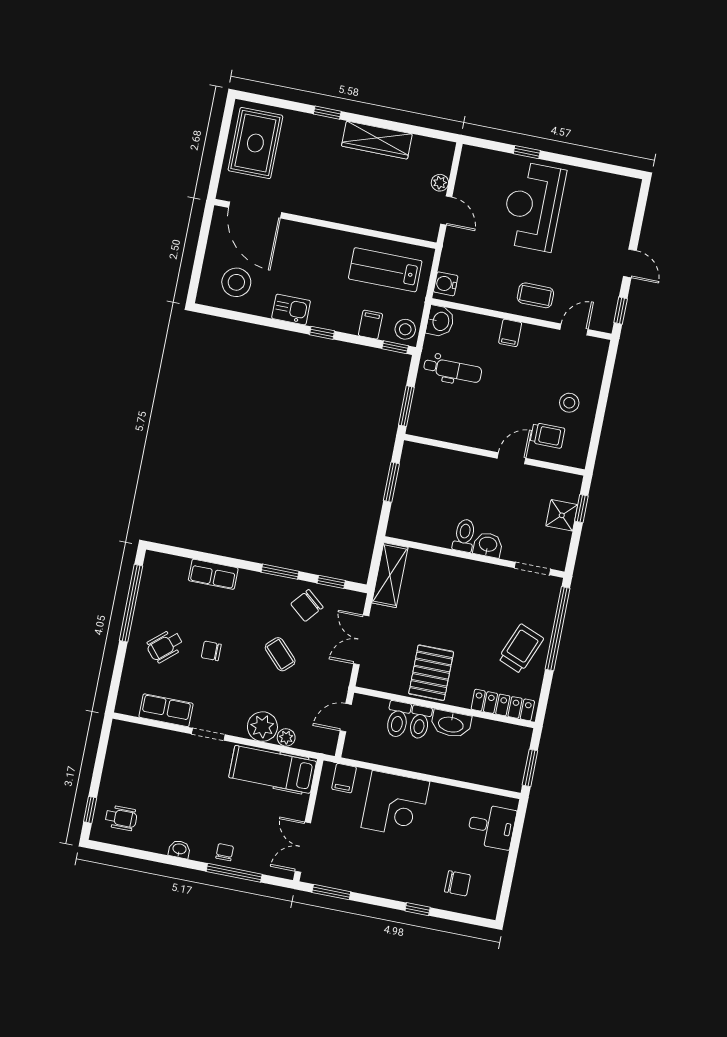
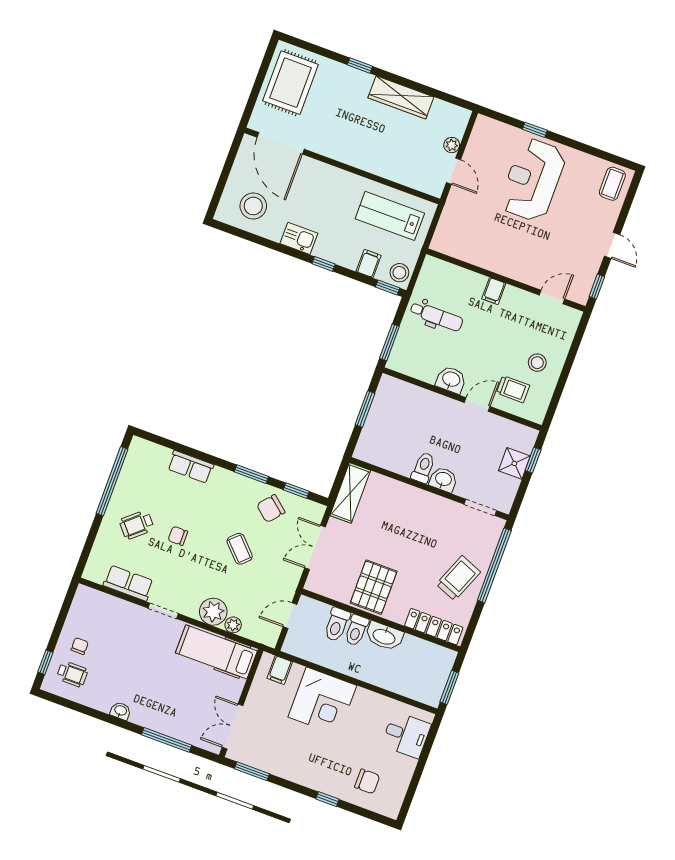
water cooler: (446, 284) -> (443, 237), removed
coffee table: (535, 295) -> (612, 184), moved, turned 90
washbasin: (440, 321) -> (451, 380), moved, turned -90
chair: (225, 852) -> (80, 646), moved

